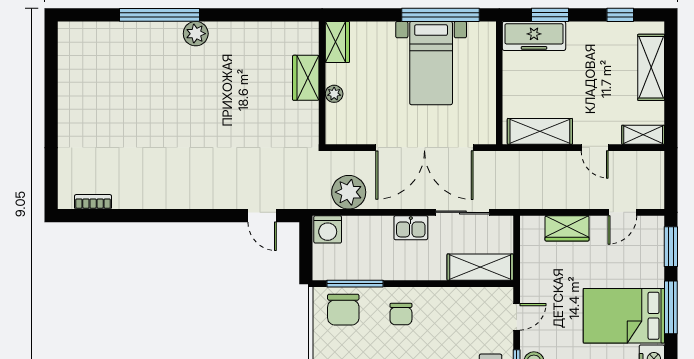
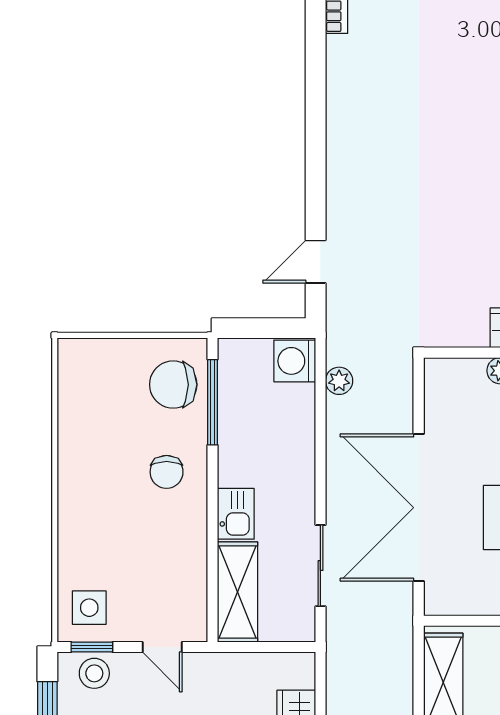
plant: (349, 192) -> (339, 381), width x0.53, depth x0.53
kitchen sink: (411, 228) -> (236, 514), moved, turned 180
chair: (401, 314) -> (167, 472), turned -90

